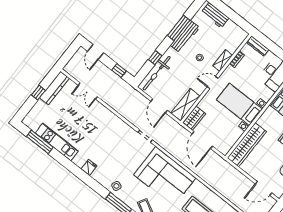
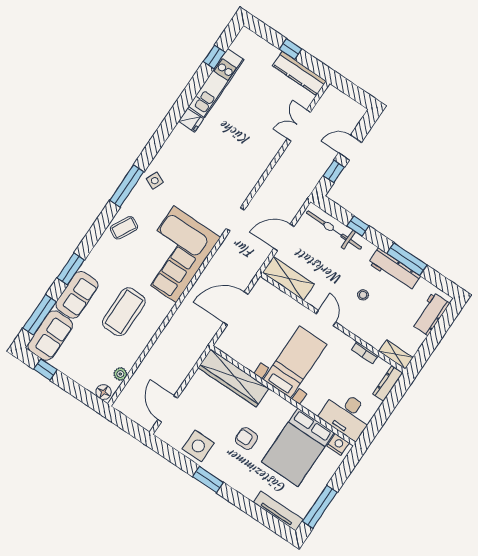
door: (96, 52) -> (350, 148), moved
shelving: (223, 60) -> (396, 355), moved
wardrobe: (194, 118) -> (269, 293), removed
window: (40, 142) -> (214, 57), width x0.46
fridge: (89, 168) -> (191, 120), moved

